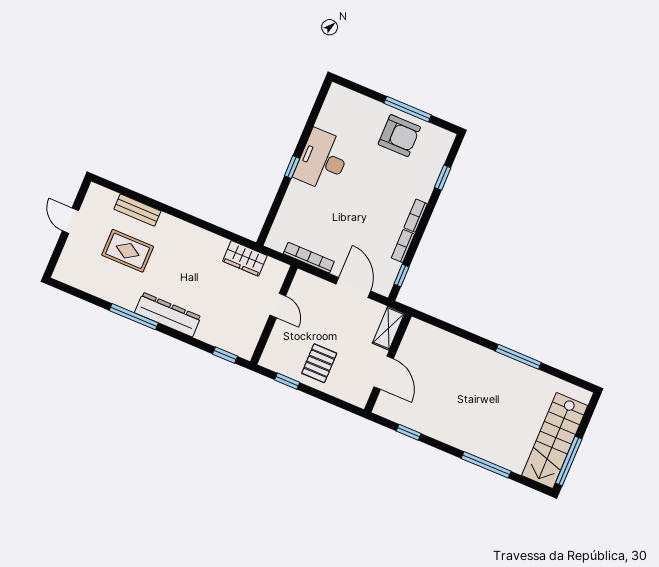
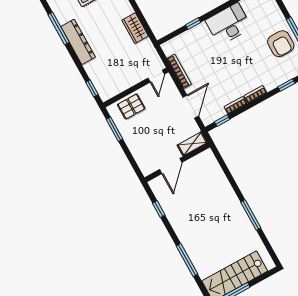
window: (292, 167) -> (193, 24), moved
wardrobe: (245, 258) -> (135, 28), moved
door: (278, 305) -> (156, 76), moved
pallet: (319, 363) -> (131, 106), moved
window: (287, 381) -> (114, 129), width x1.50

